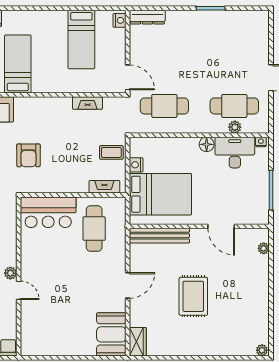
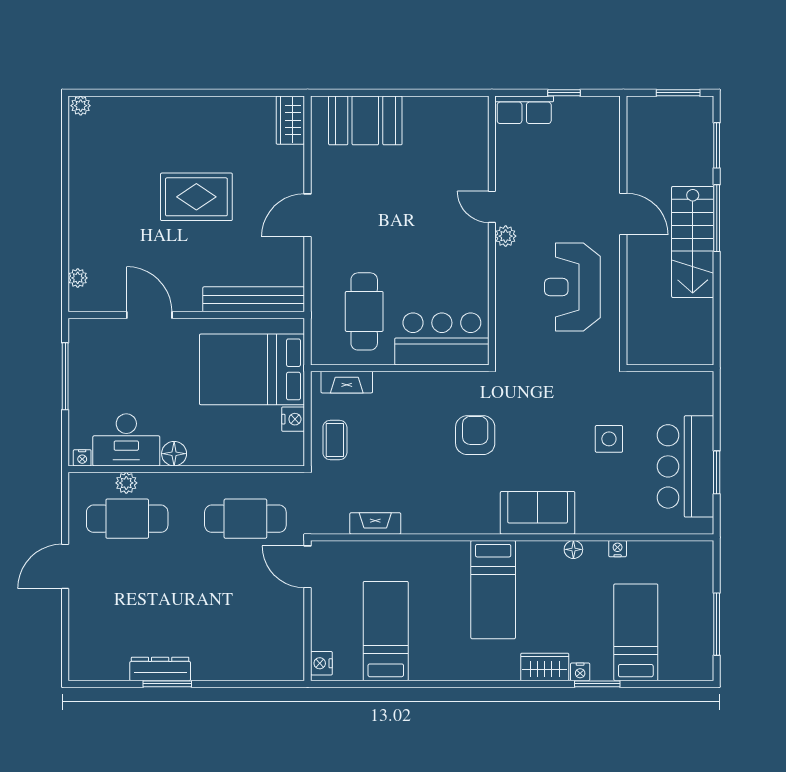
dresser: (147, 17) -> (160, 669), moved
coffee table: (111, 152) -> (335, 440), turned 90
rug: (193, 296) -> (196, 197), turned 90
booth: (111, 334) -> (365, 120), moved, turned 90

